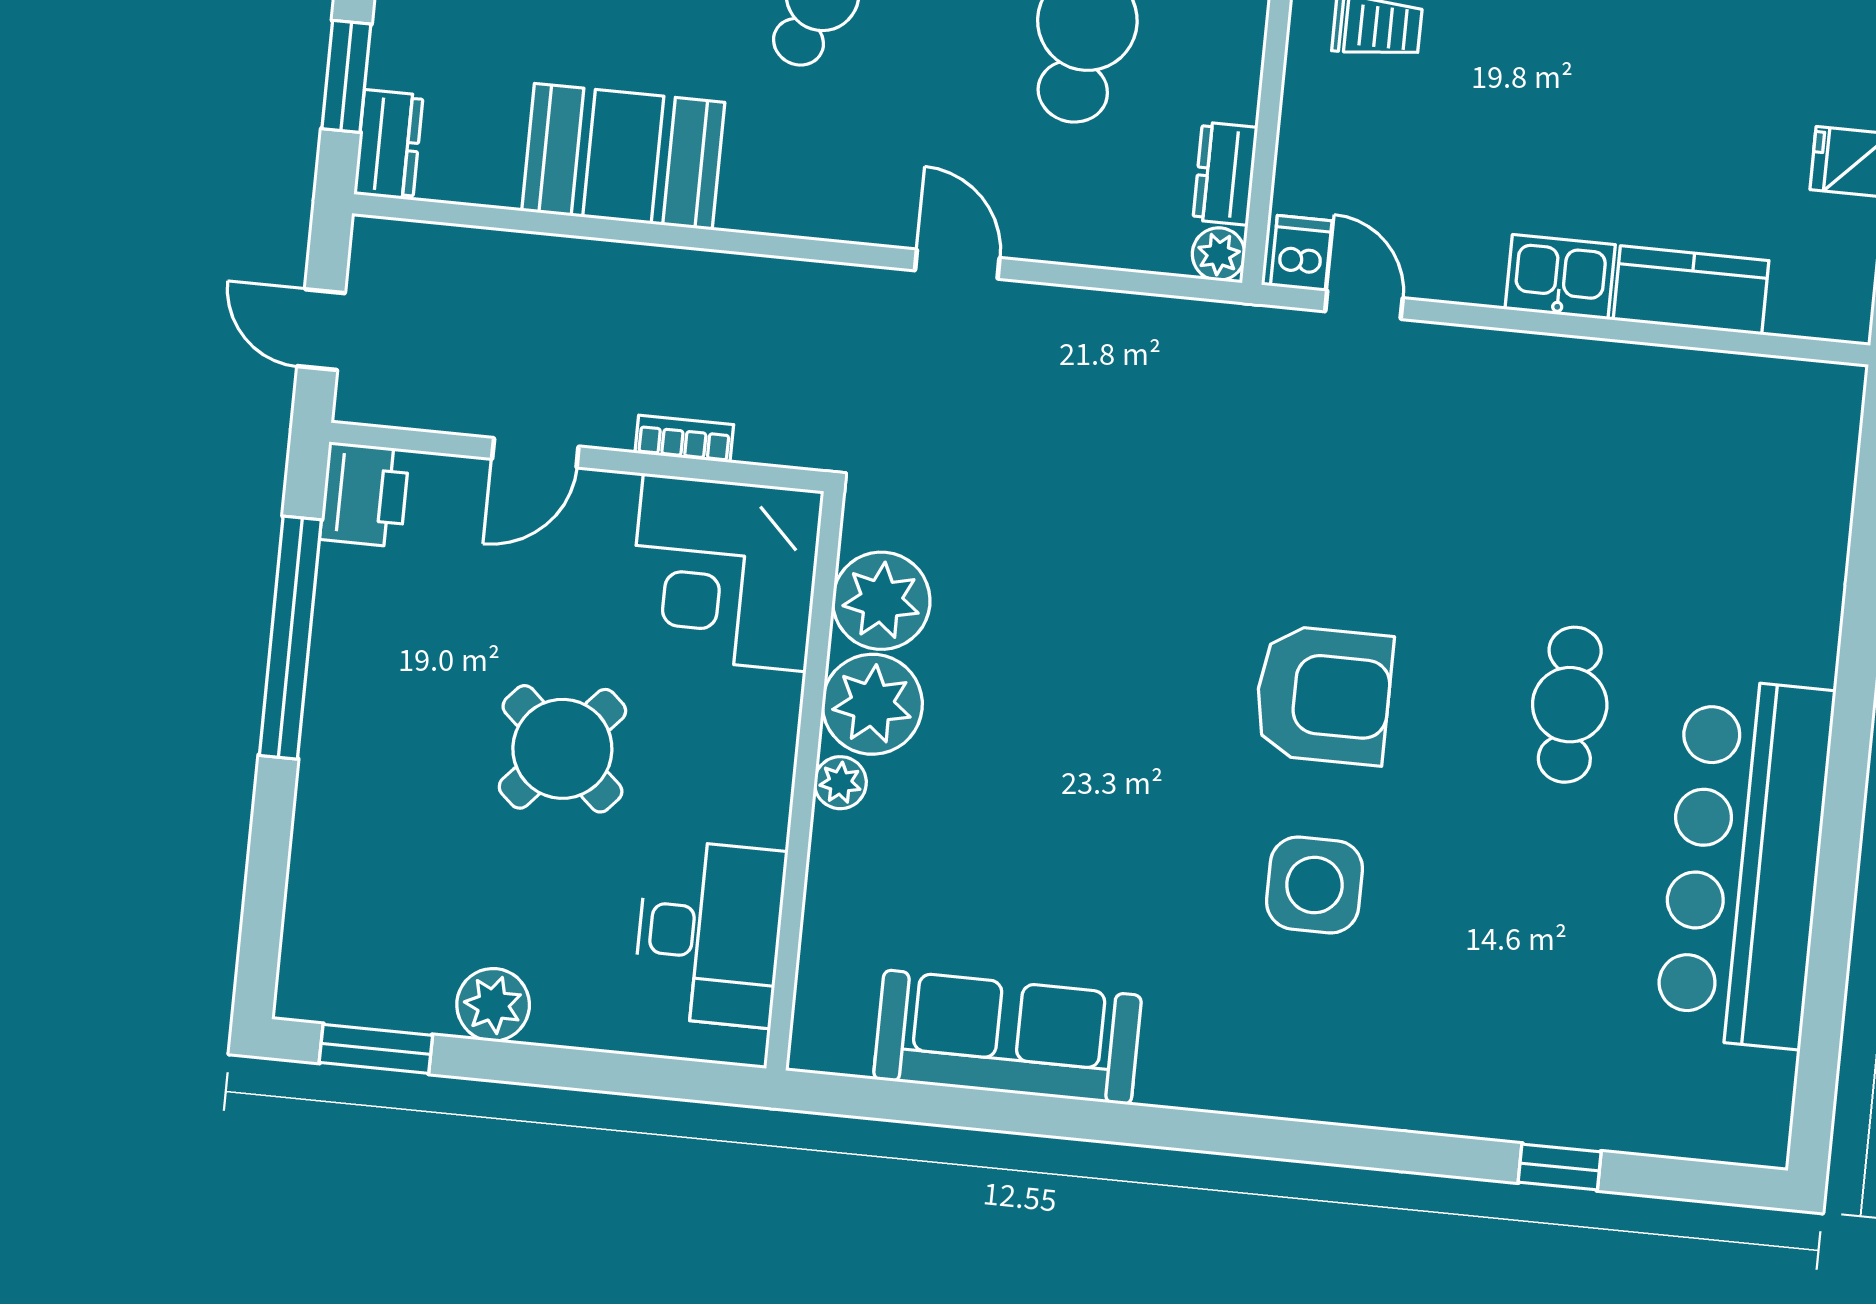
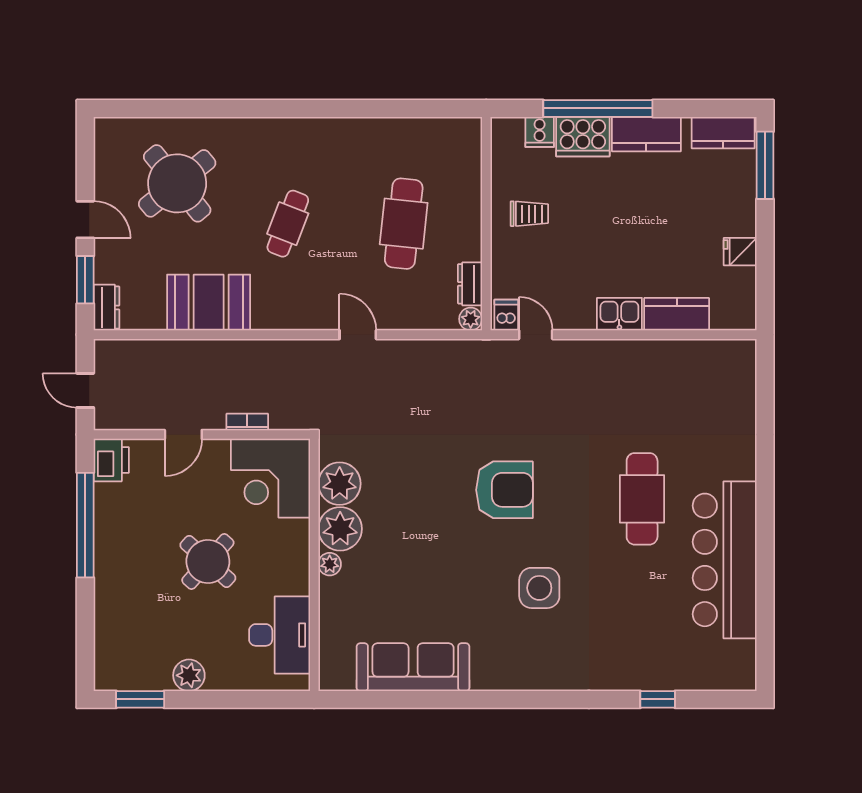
armchair: (1323, 695) -> (504, 490), moved
cafe table: (1570, 705) -> (642, 499), width x1.37, depth x1.35

